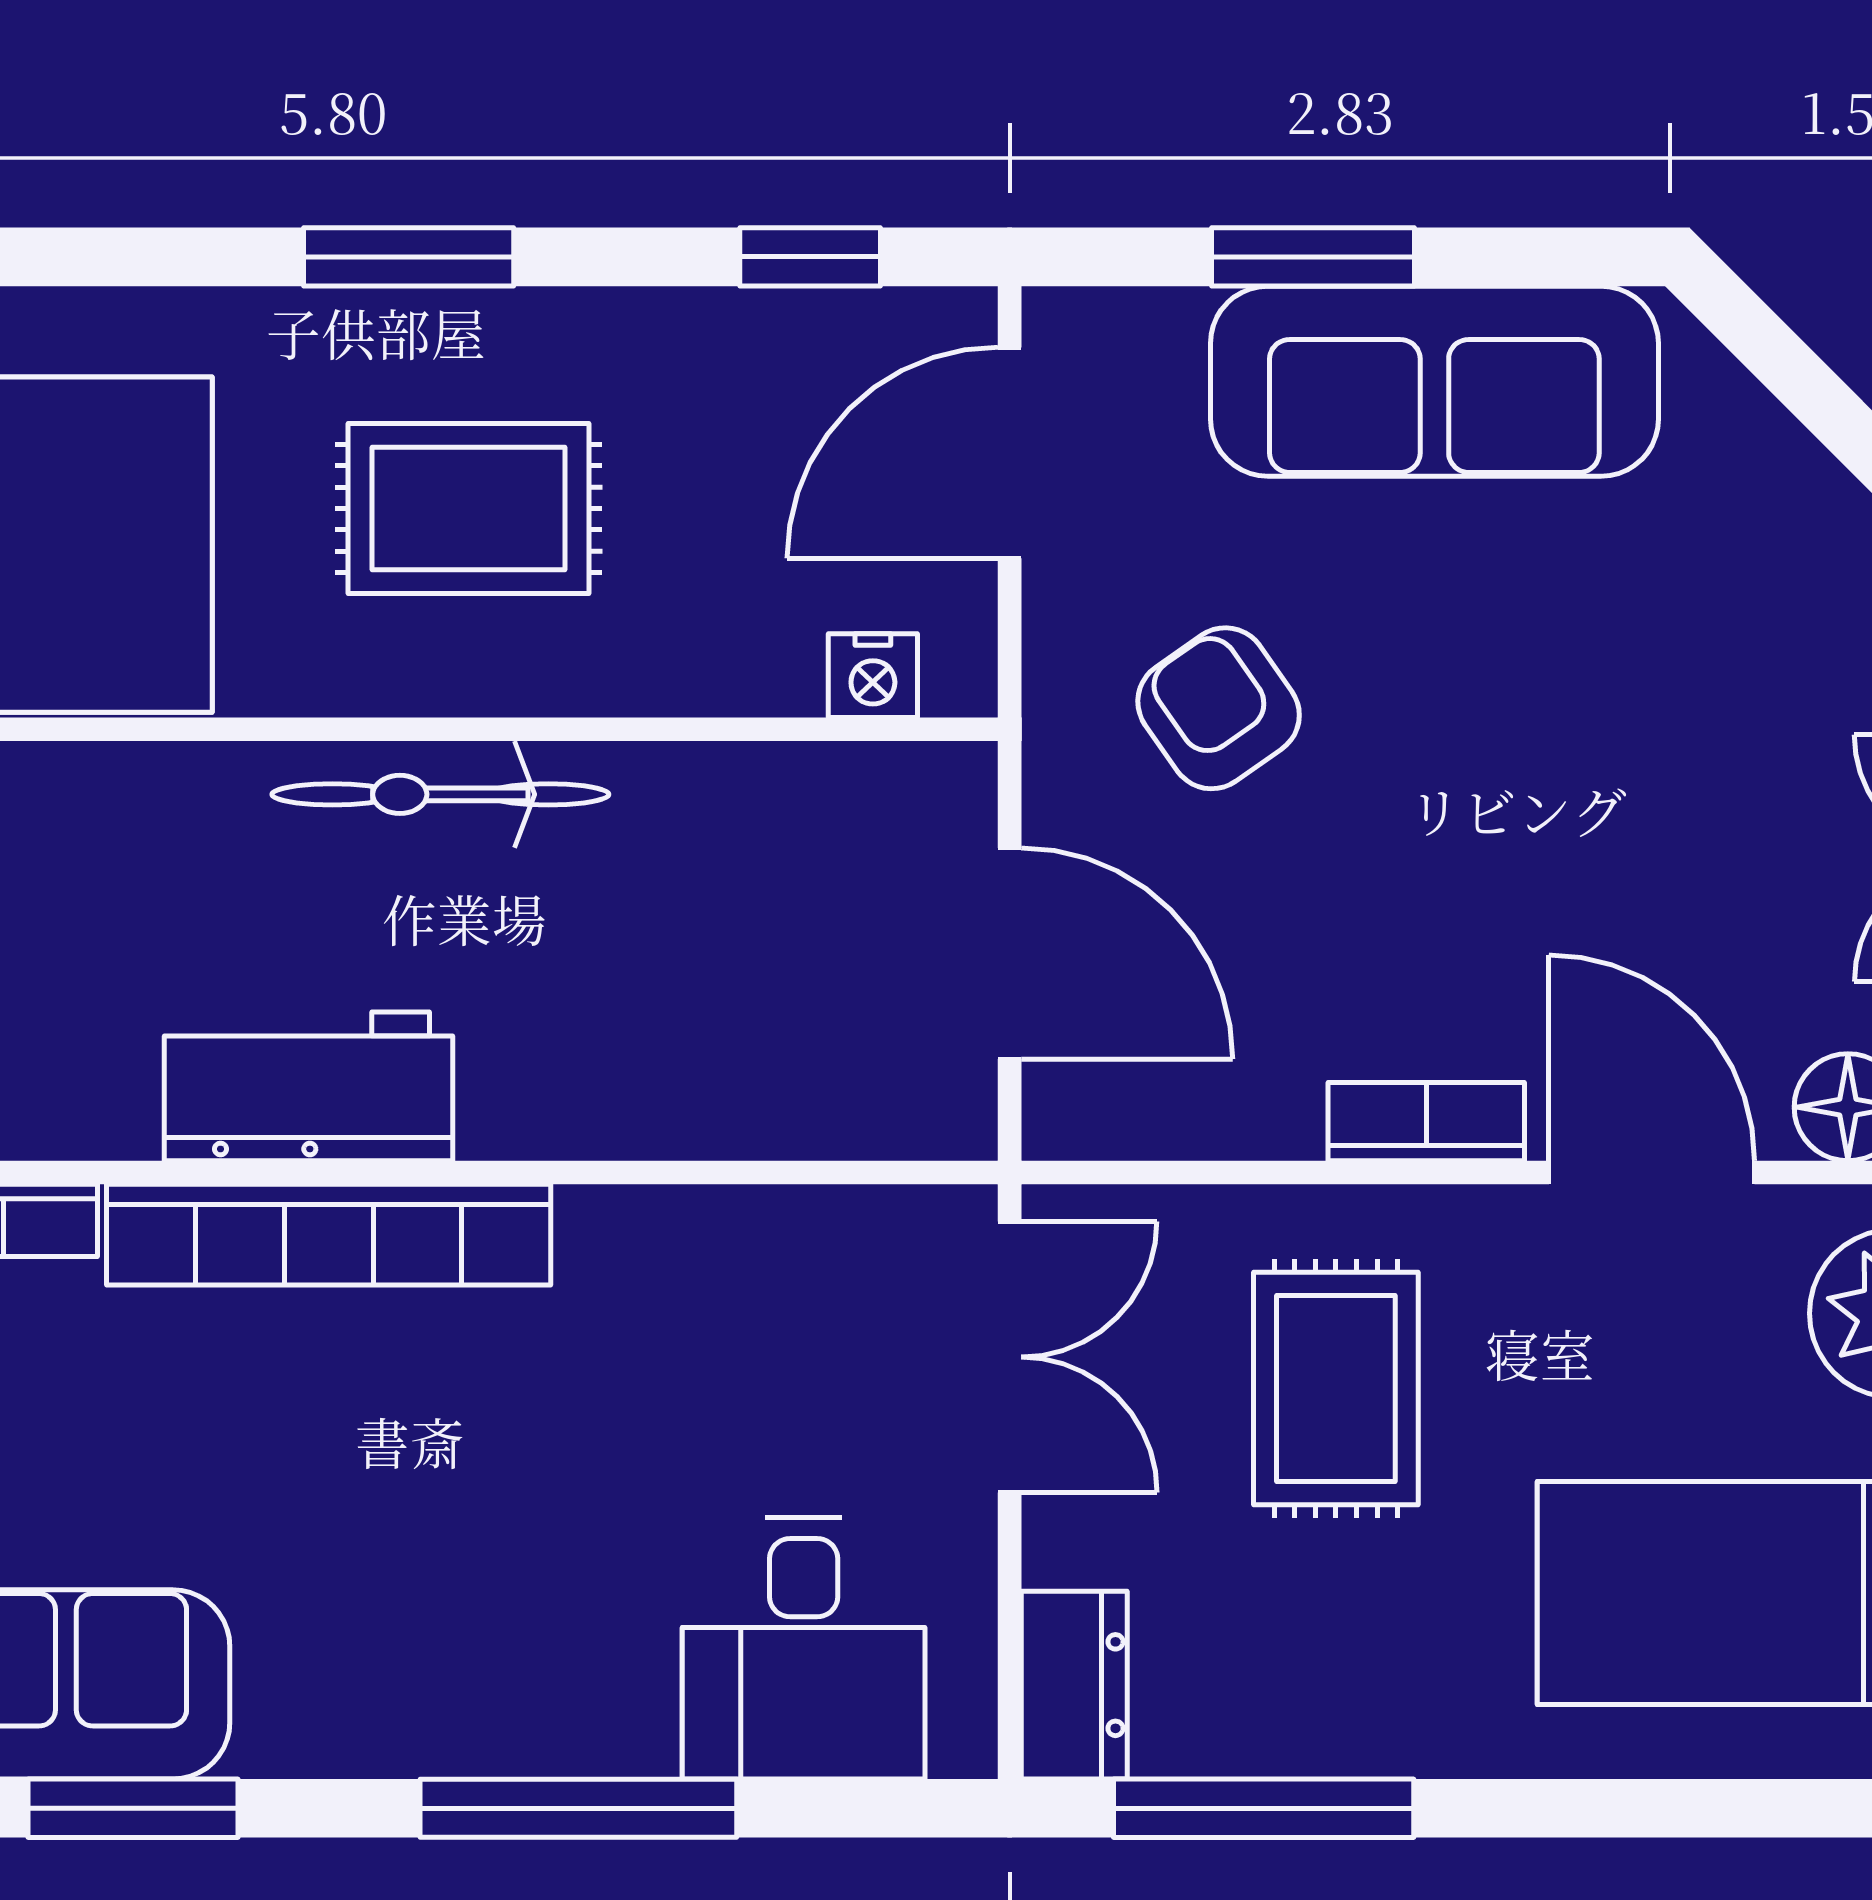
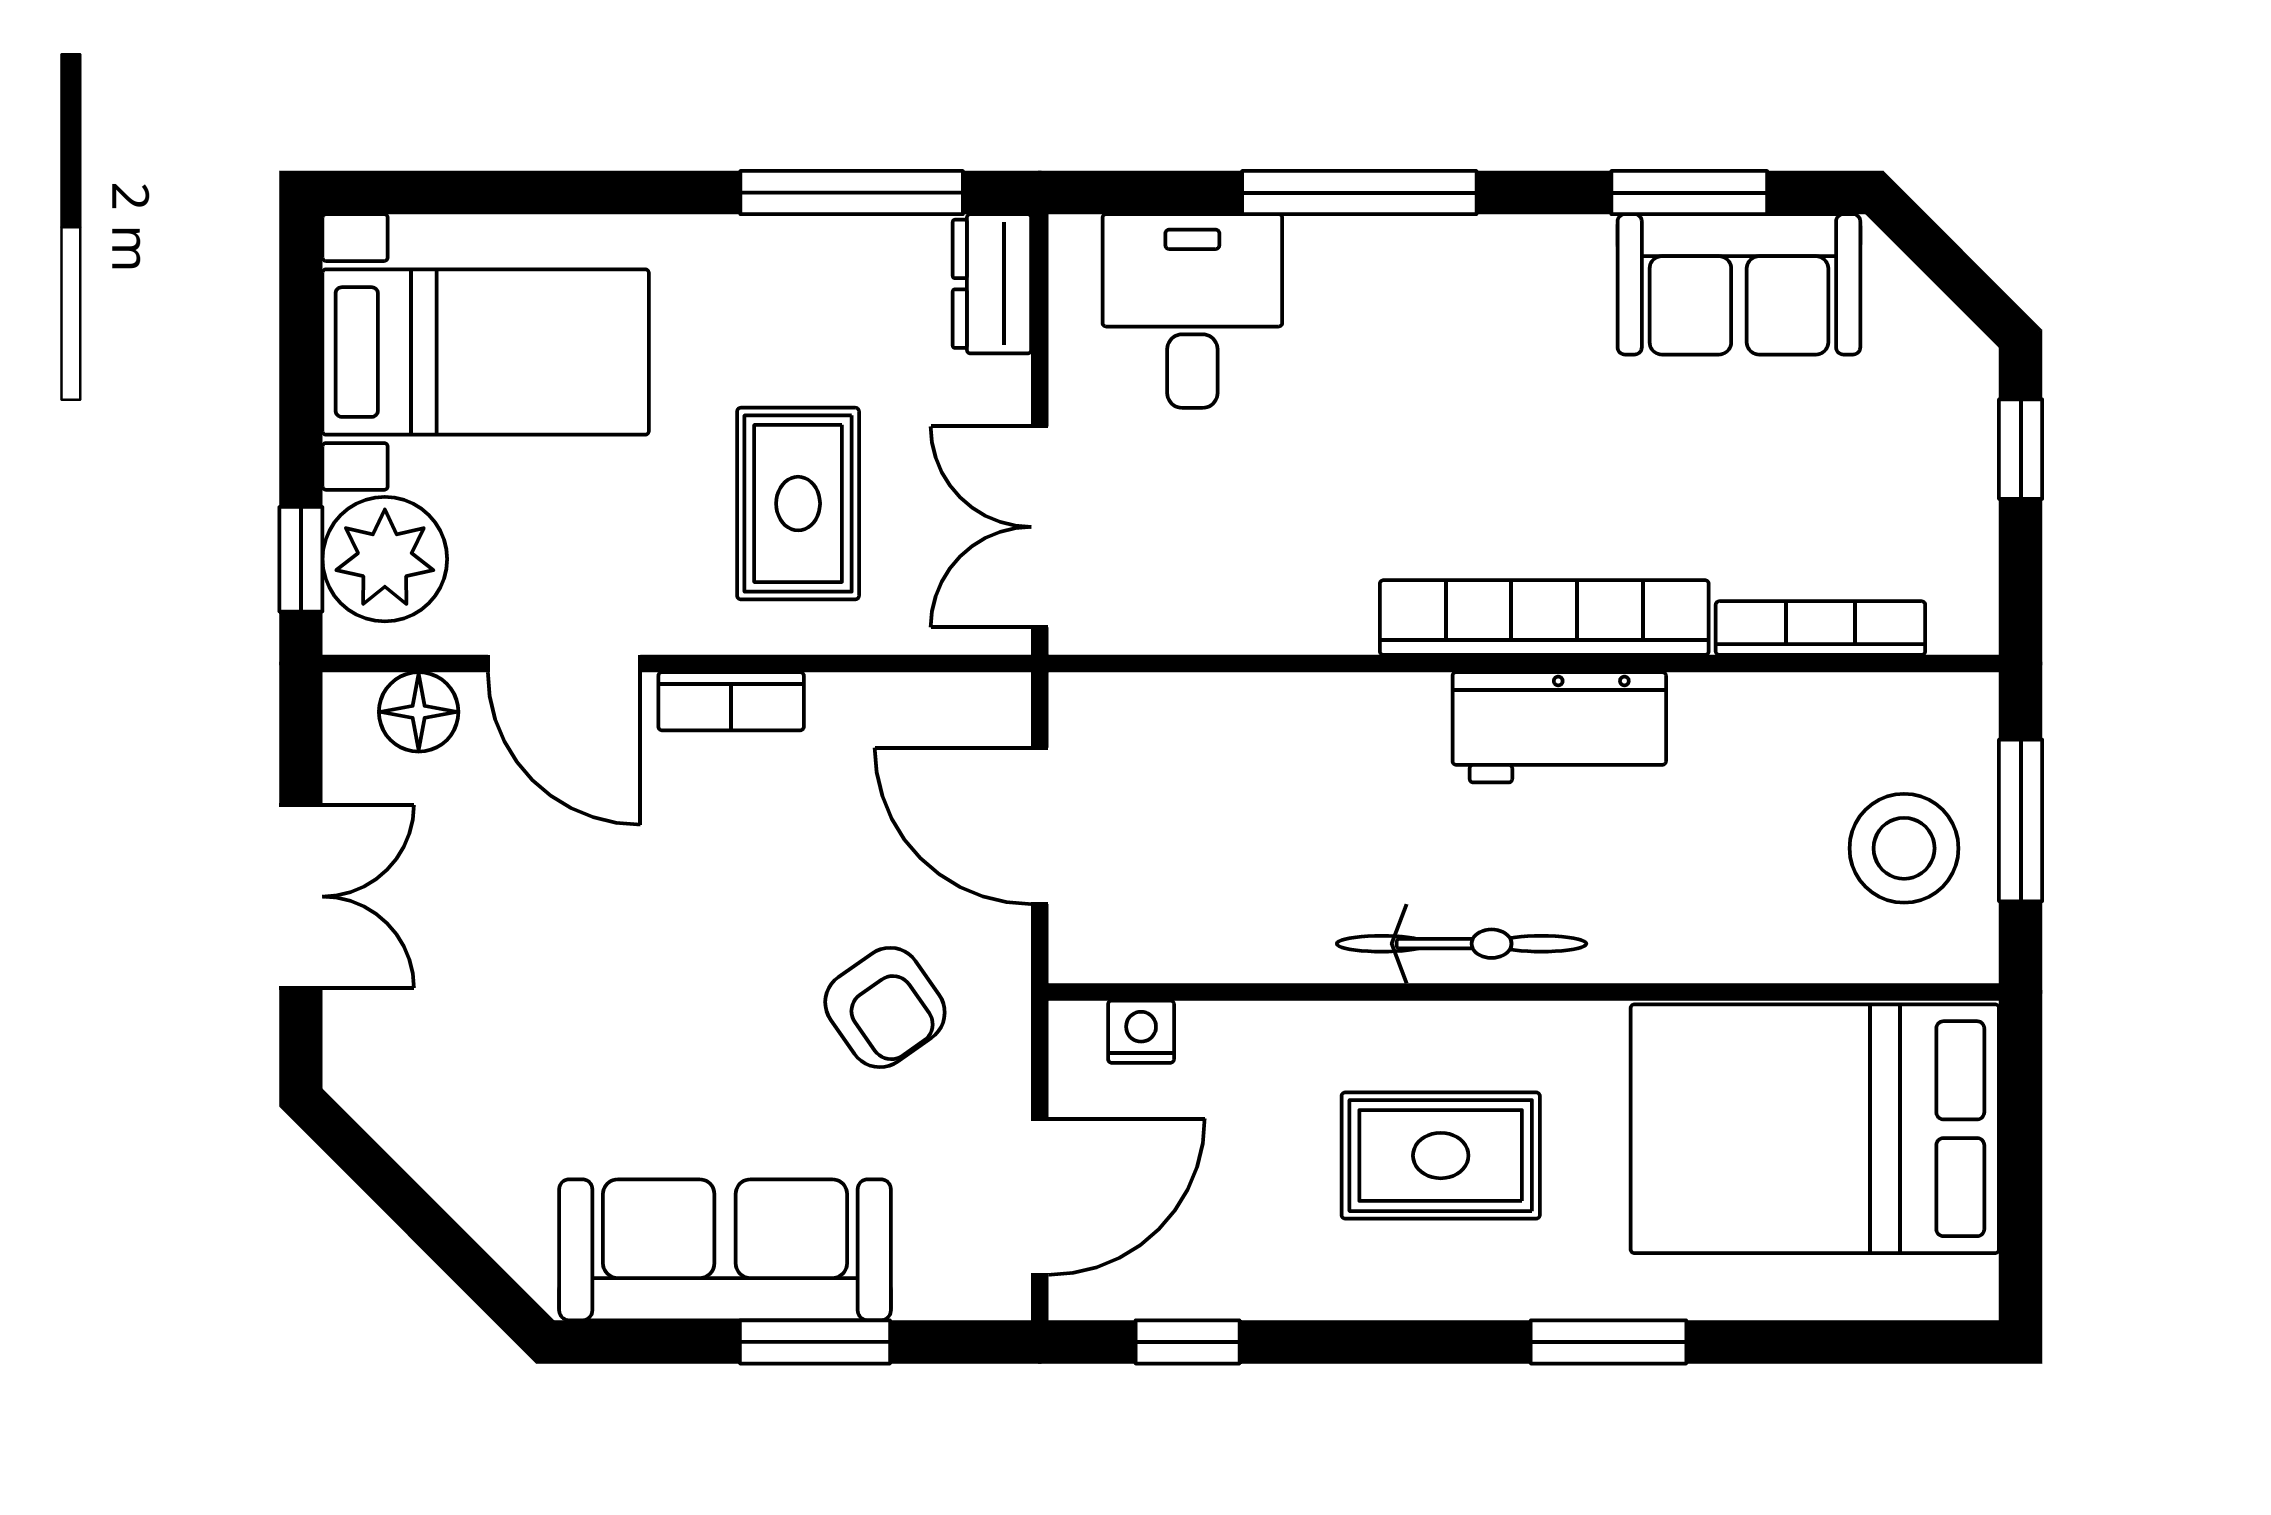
window: (409, 257) -> (1609, 1342), moved

